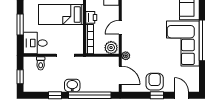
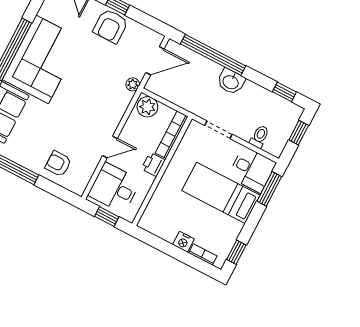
bed: (61, 15) -> (221, 193), moved, turned 180
window: (20, 24) -> (269, 189), moved
door: (120, 27) -> (110, 147), moved
door: (120, 75) -> (155, 61), swing flipped
window: (55, 95) -> (284, 92), moved

